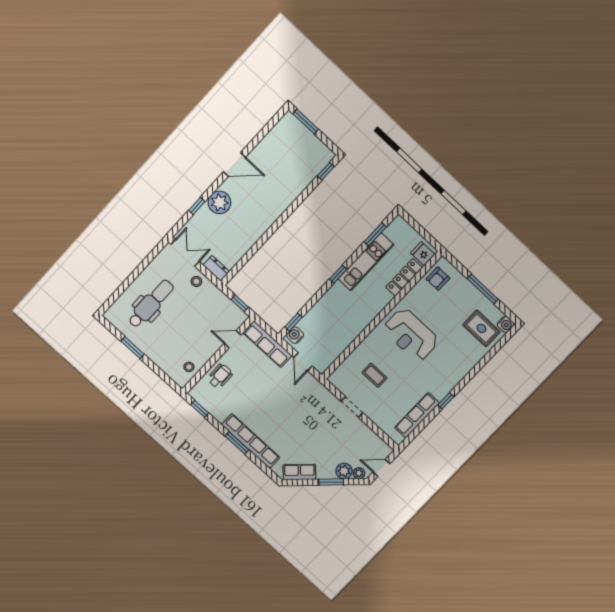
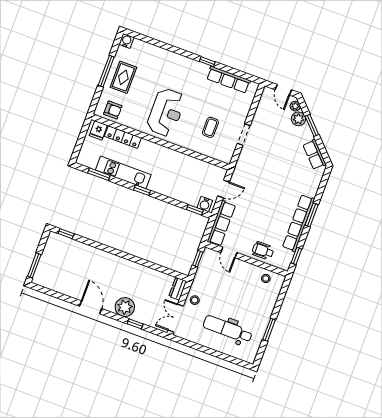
rug: (481, 328) -> (123, 77), moved
row of seats: (251, 441) -> (299, 223), moved

